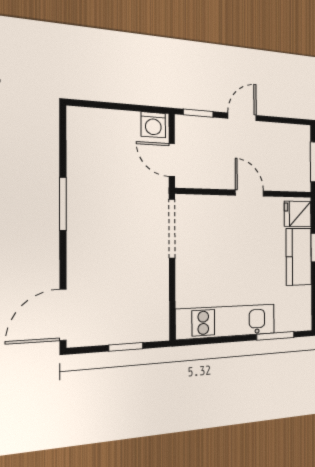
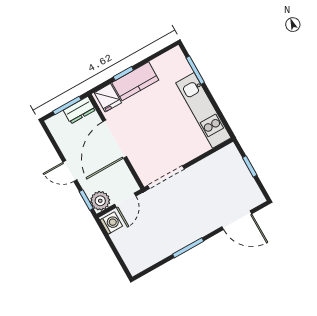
plant: (188, 129) -> (100, 201), added
dresser: (301, 173) -> (79, 110), added
door: (249, 193) -> (115, 139), width x1.88
door: (63, 315) -> (237, 220), moved

